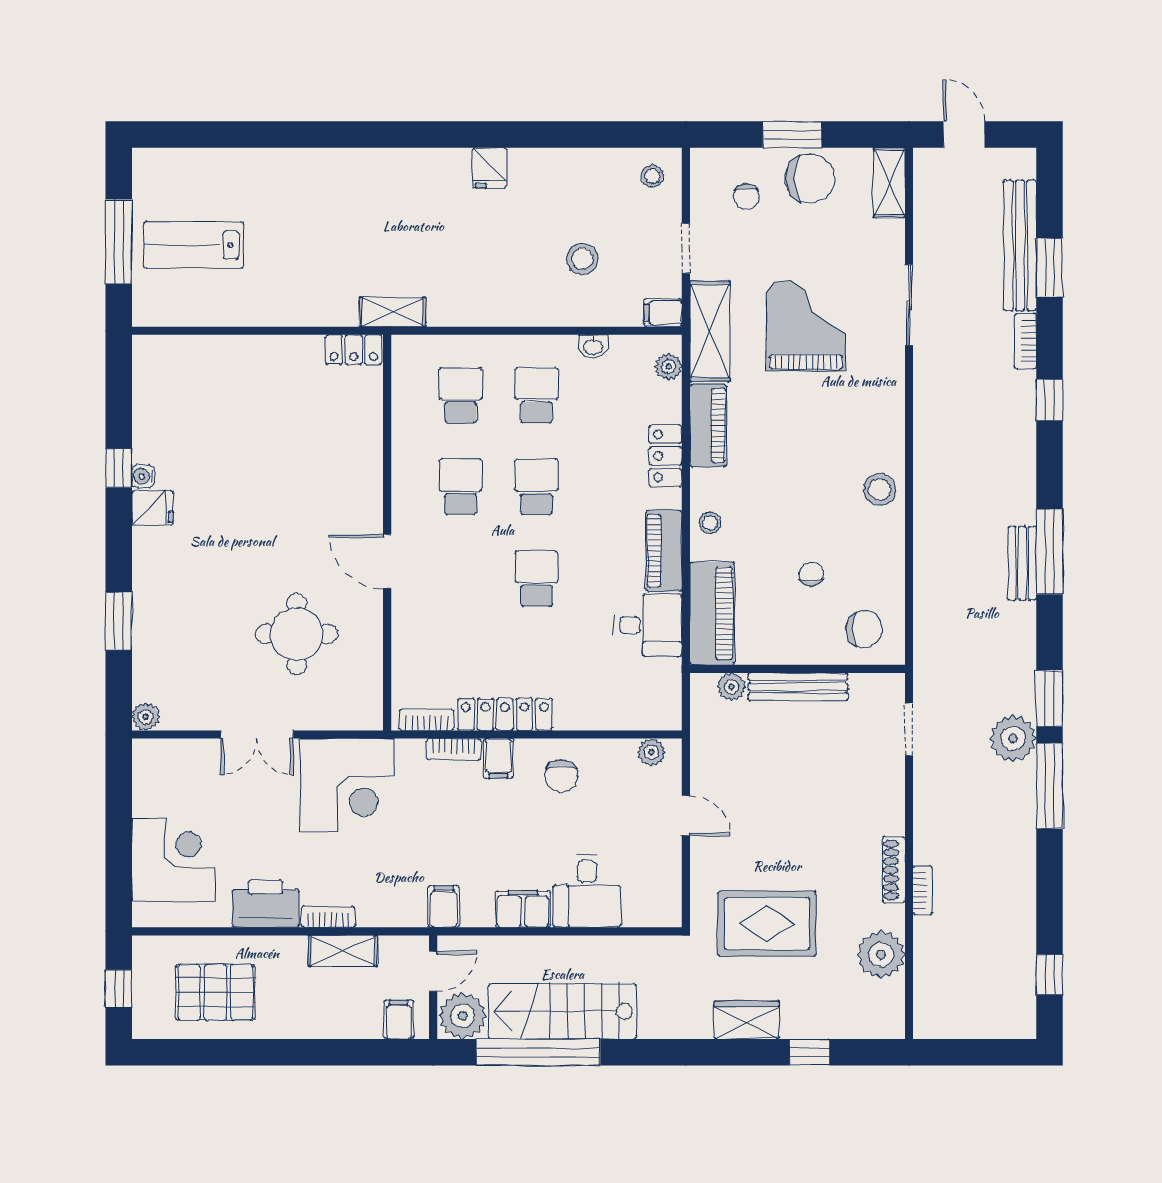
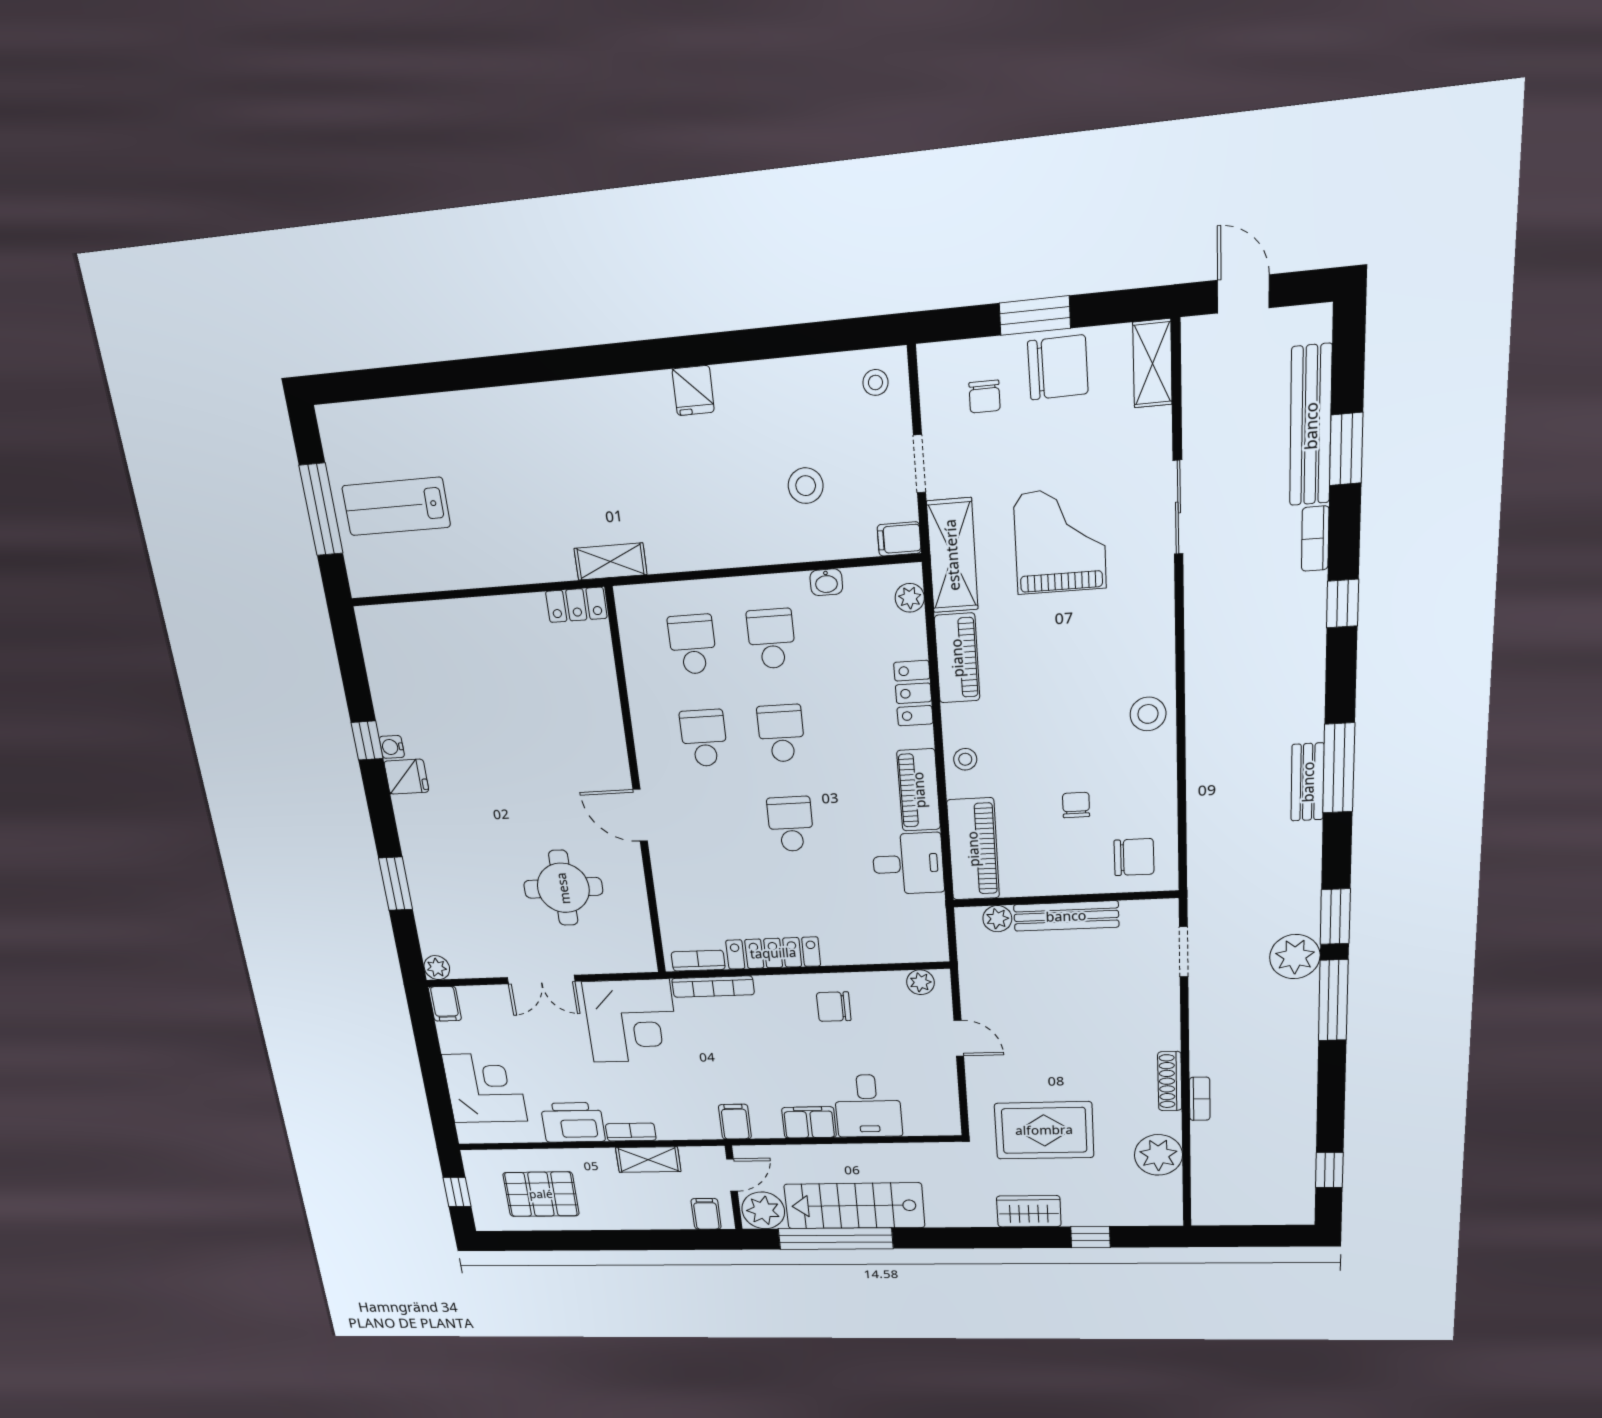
bookcase: (454, 749) -> (713, 987), width x1.56
filing cabinet: (498, 759) -> (445, 1004), moved
chair: (561, 776) -> (834, 1007), turned 90

